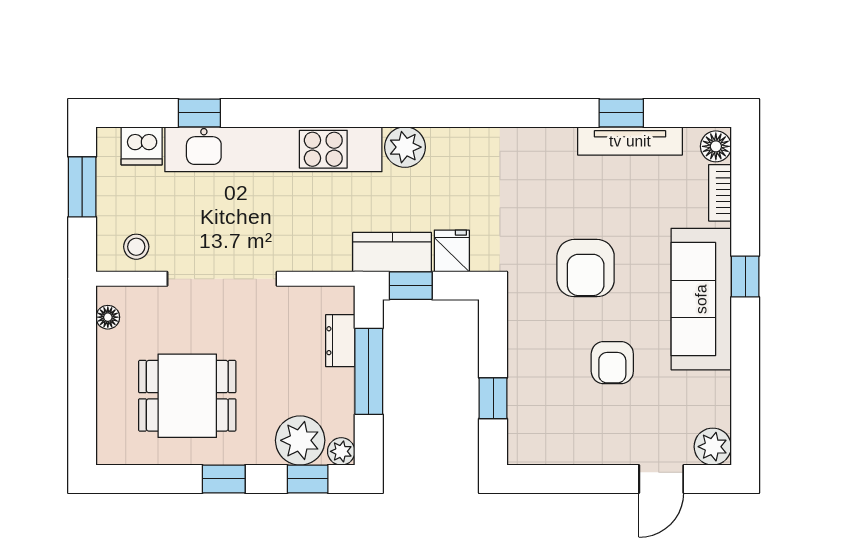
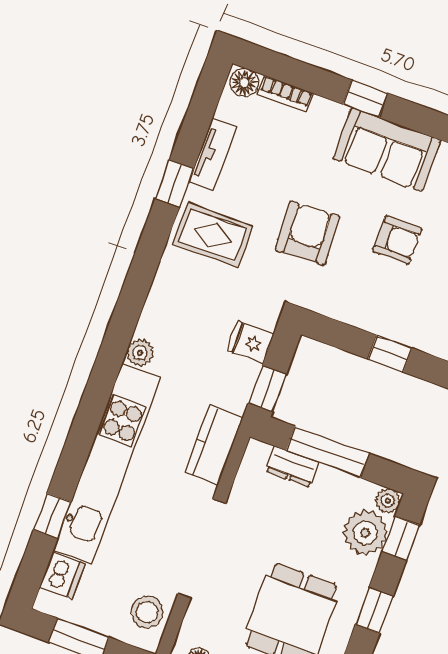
window: (621, 113) -> (174, 183), moved
tv unit: (630, 141) -> (212, 155), width x0.71
plant: (405, 147) -> (140, 353), width x0.73, depth x0.73
rug: (548, 172) -> (213, 235), added
stool: (136, 247) -> (147, 612), width x1.37, depth x1.37
kitchen counter: (392, 252) -> (214, 445), moved
armchair: (586, 268) -> (308, 233), turned -93
sofa: (701, 299) -> (387, 149), width x0.73

